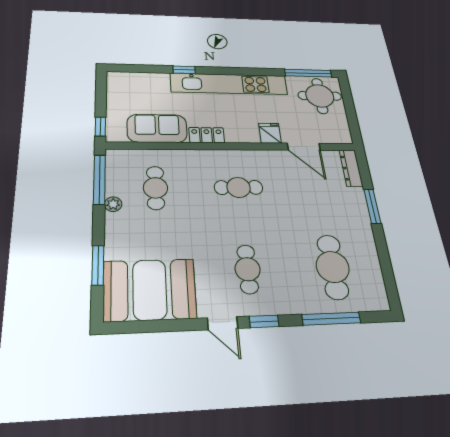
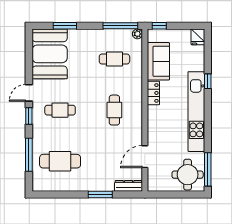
fridge: (270, 133) -> (198, 37), moved, turned 90
plant: (113, 204) -> (137, 34), moved

